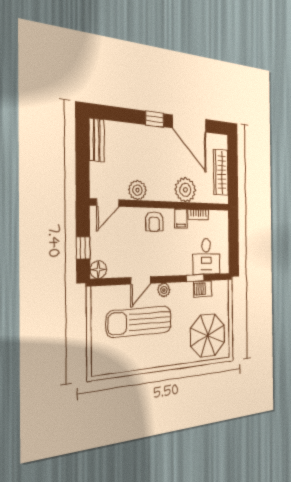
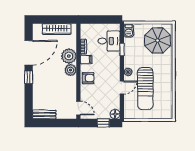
plant: (137, 190) -> (71, 70), moved
door: (141, 280) -> (122, 87), hinge flipped
barbecue: (203, 289) -> (129, 31), moved

